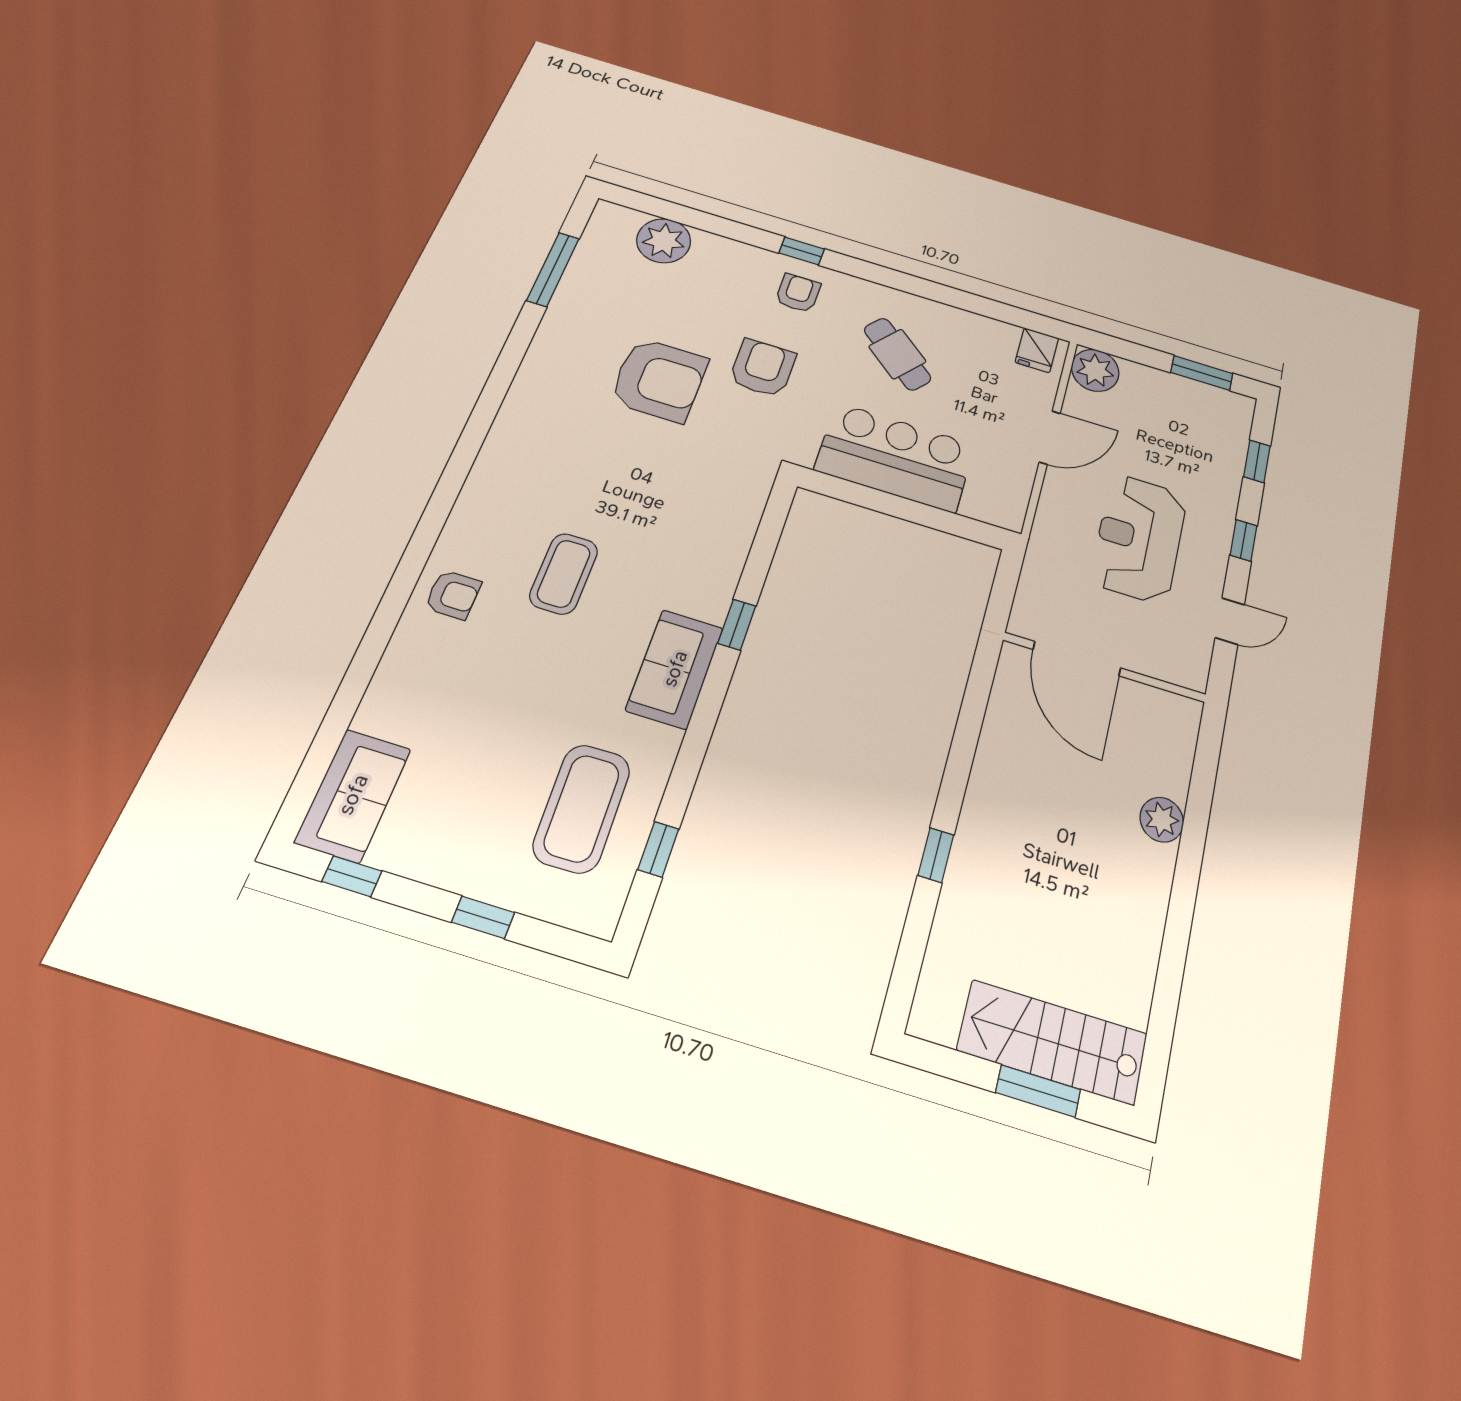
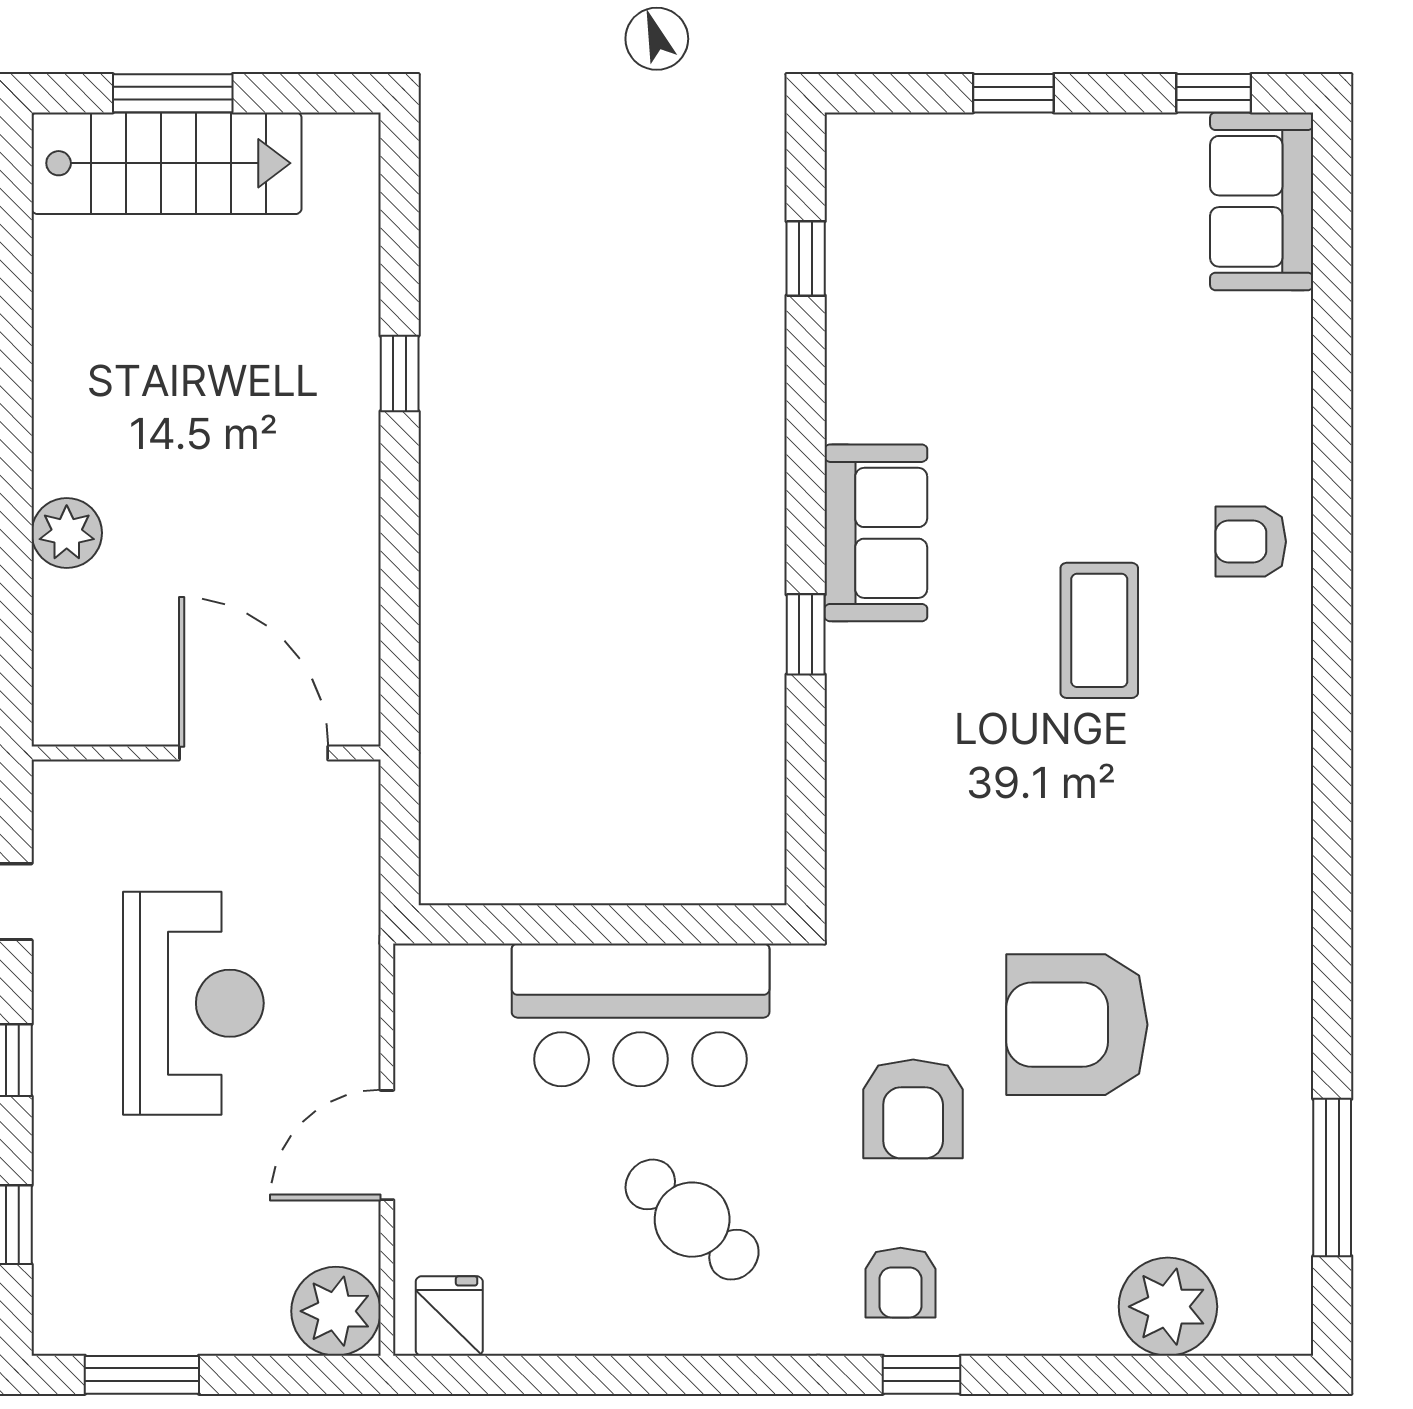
coffee table: (582, 808) -> (936, 283), removed

